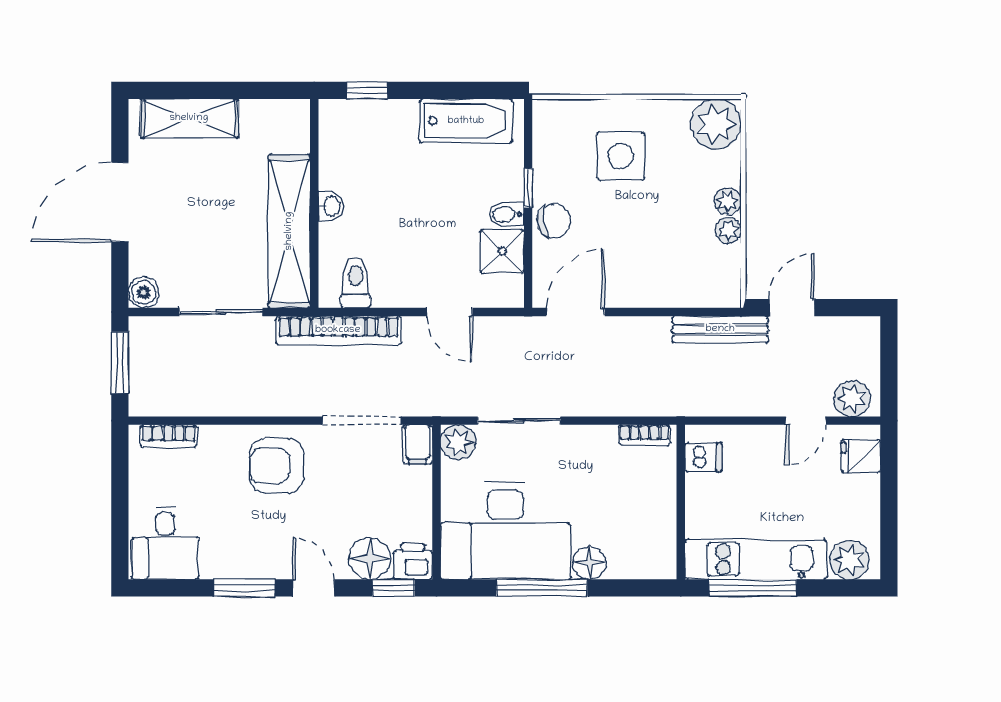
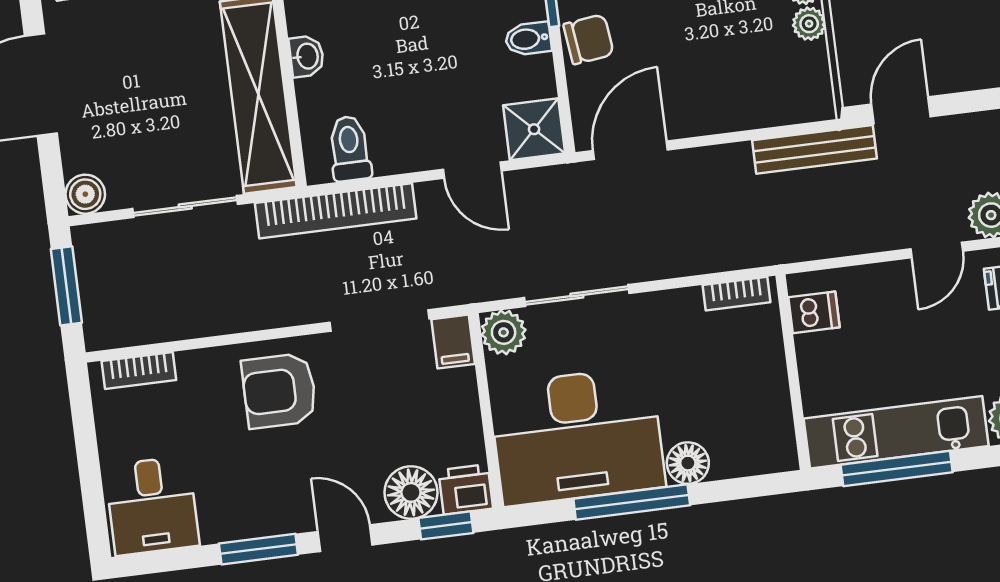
shower: (502, 251) -> (534, 129), moved

